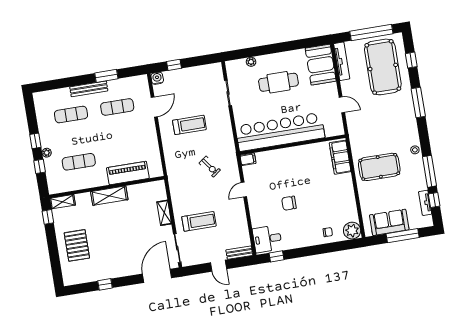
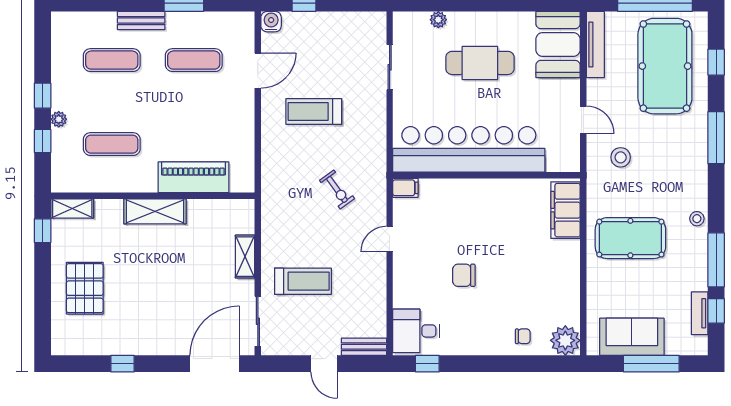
bench: (89, 89) -> (141, 21), width x0.73
stool: (366, 122) -> (621, 157), added
treadmill: (189, 125) -> (314, 112), turned 180

